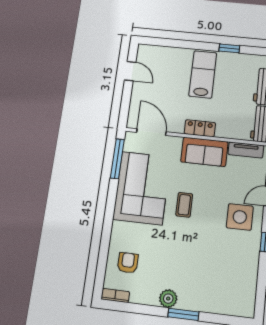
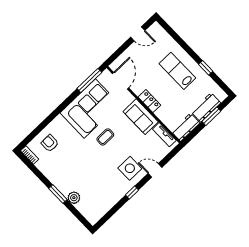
door: (130, 71) -> (138, 34), hinge flipped
lab bench: (203, 74) -> (177, 71), turned -90
armchair: (128, 263) -> (50, 143), turned -90
plant: (168, 299) -> (74, 198), moved

